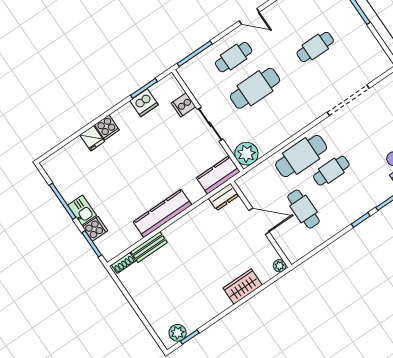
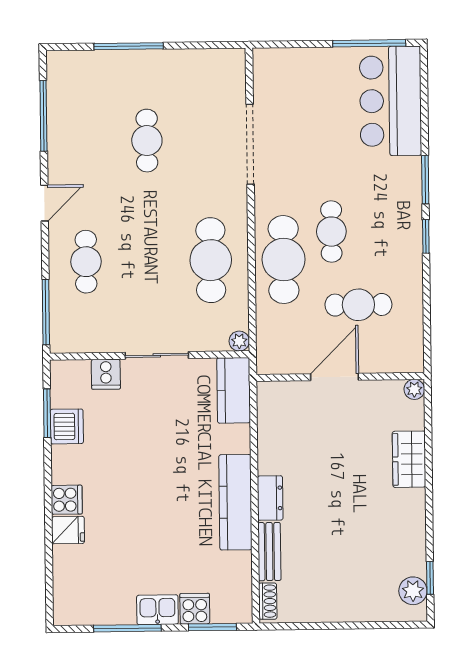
cafe table: (255, 88) -> (211, 260), moved
plant: (246, 154) -> (239, 341), width x0.53, depth x0.53
dresser: (224, 197) -> (270, 498), moved

